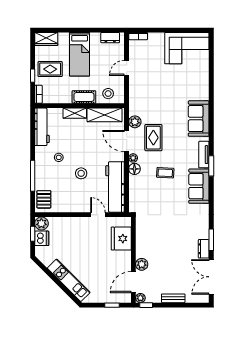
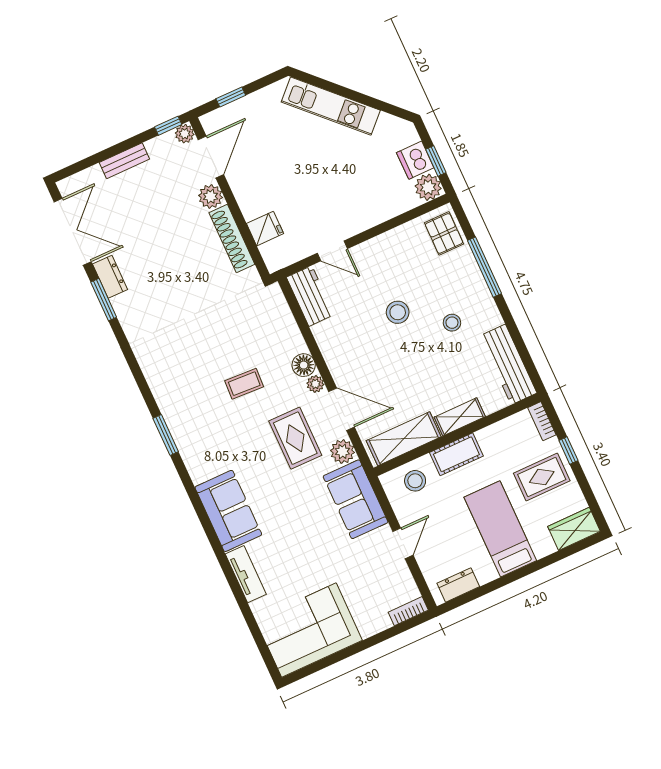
tv unit: (204, 155) -> (246, 574), moved
sofa: (199, 186) -> (356, 499), moved, turned 180
workbench: (115, 187) -> (310, 296), width x0.53, depth x0.76
fridge: (121, 239) -> (265, 229), width x0.53, depth x0.75
shoe rack: (141, 241) -> (232, 238), added

